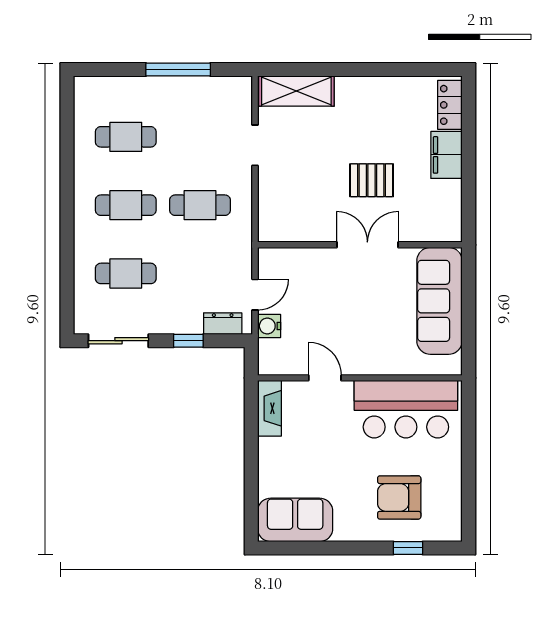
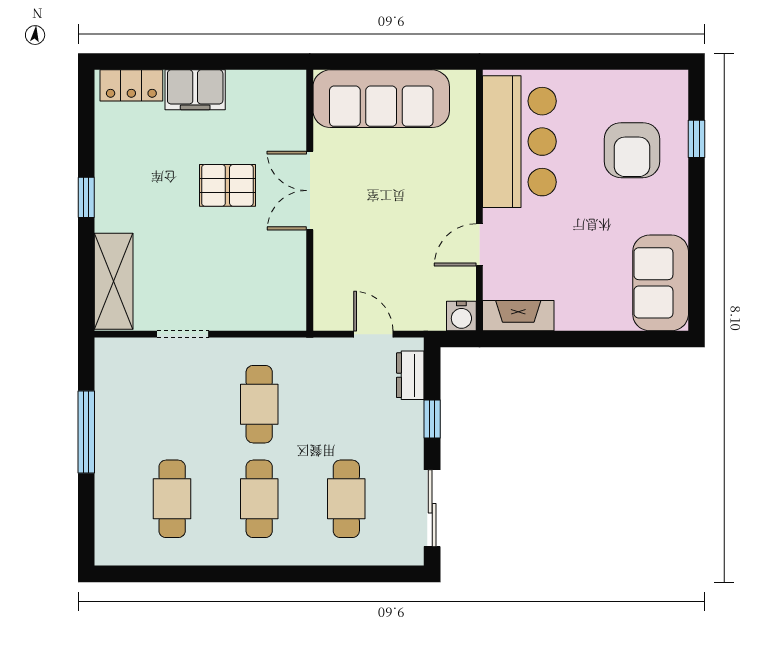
window: (362, 70) -> (86, 197), added
pallet: (372, 180) -> (227, 185), turned 90
water cooler: (269, 326) -> (461, 316), moved

